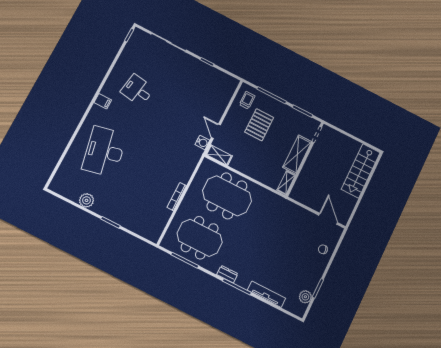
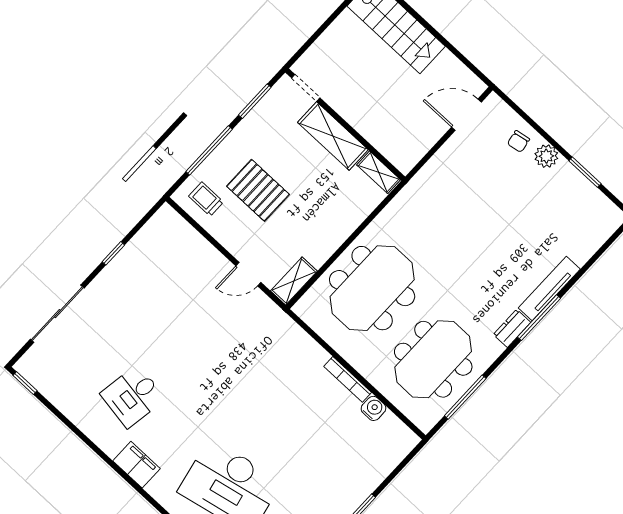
filing cabinet: (103, 101) -> (136, 465), width x2.00
water cooler: (202, 142) -> (373, 408), moved
tv unit: (266, 294) -> (549, 289), moved
plant: (305, 297) -> (546, 156), moved

